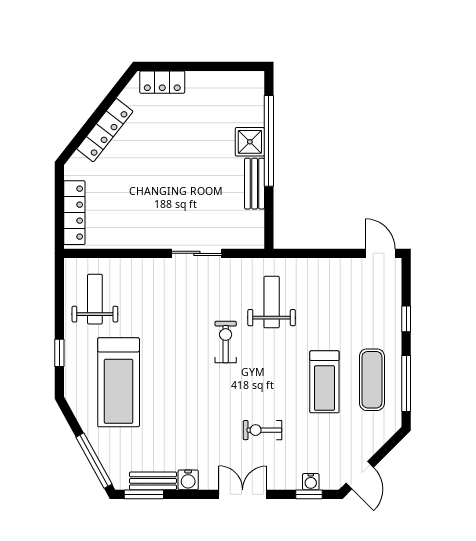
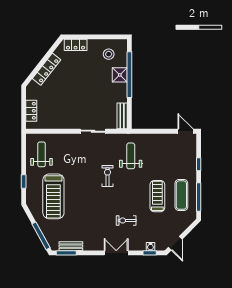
stool: (228, 101) -> (109, 54), added
bench: (255, 184) -> (122, 116), moved
locker: (74, 213) -> (31, 111), width x0.66
treadmill: (324, 382) -> (157, 196), turned 180
water cooler: (188, 480) -> (89, 246), removed

